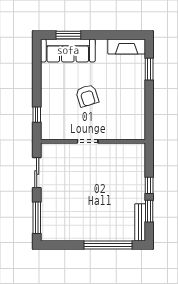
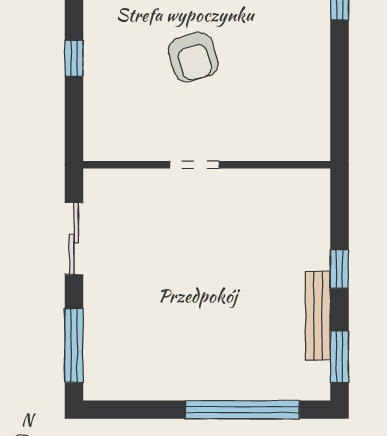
window: (37, 115) -> (74, 58), moved
window: (149, 211) -> (339, 357), moved
bench: (140, 222) -> (318, 316), moved

